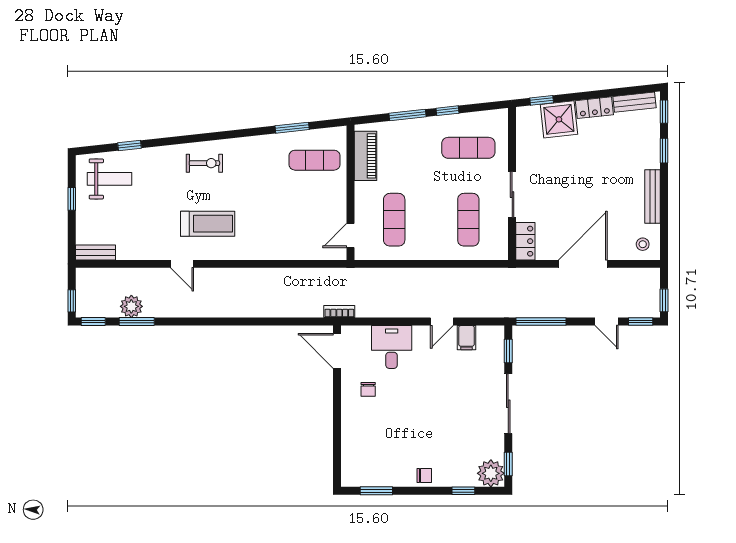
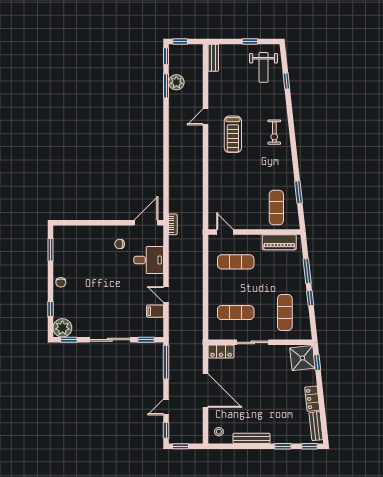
shower: (559, 119) -> (302, 358), moved

